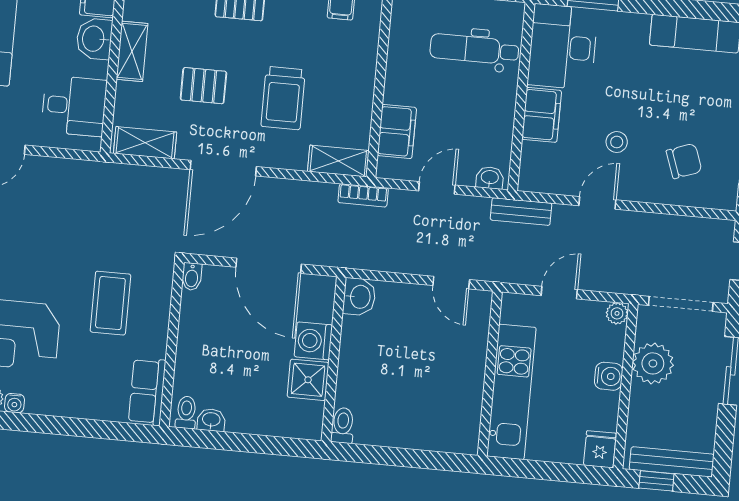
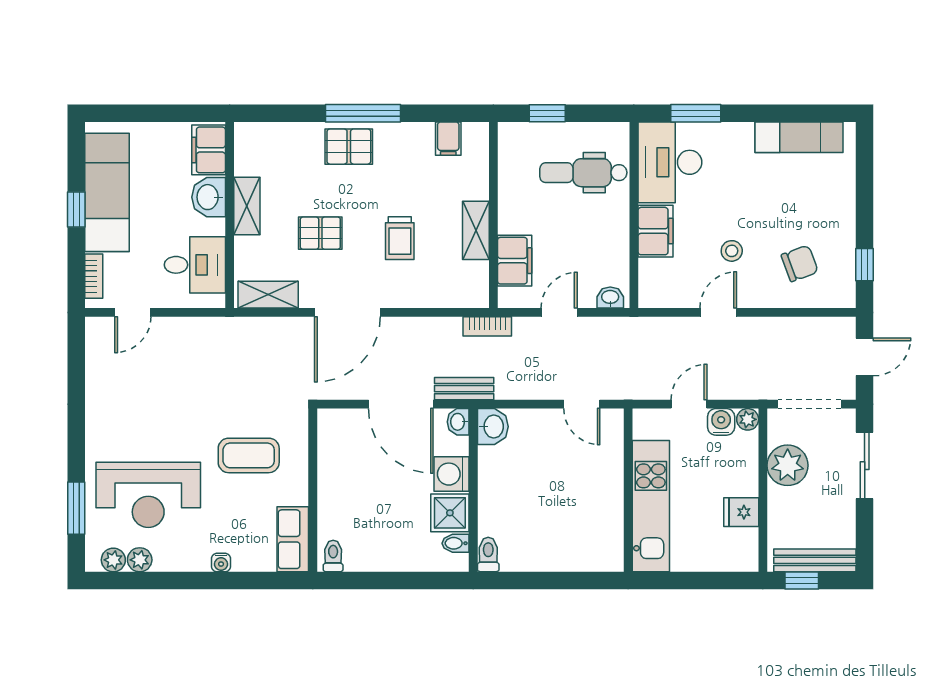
trolley: (283, 98) -> (400, 238), width x0.73, depth x0.72
shelving: (338, 161) -> (476, 230), moved, turned 90
bench: (521, 212) -> (464, 389), moved
bidet: (192, 277) -> (456, 543), moved, turned 90
coffee table: (110, 303) -> (249, 455), turned 90
water cooler: (609, 376) -> (721, 422), moved, turned -90
water cooler: (15, 403) -> (221, 563), moved
washbasin: (211, 420) -> (458, 422), moved, turned -90
fridge: (600, 449) -> (741, 512), moved, turned -90

